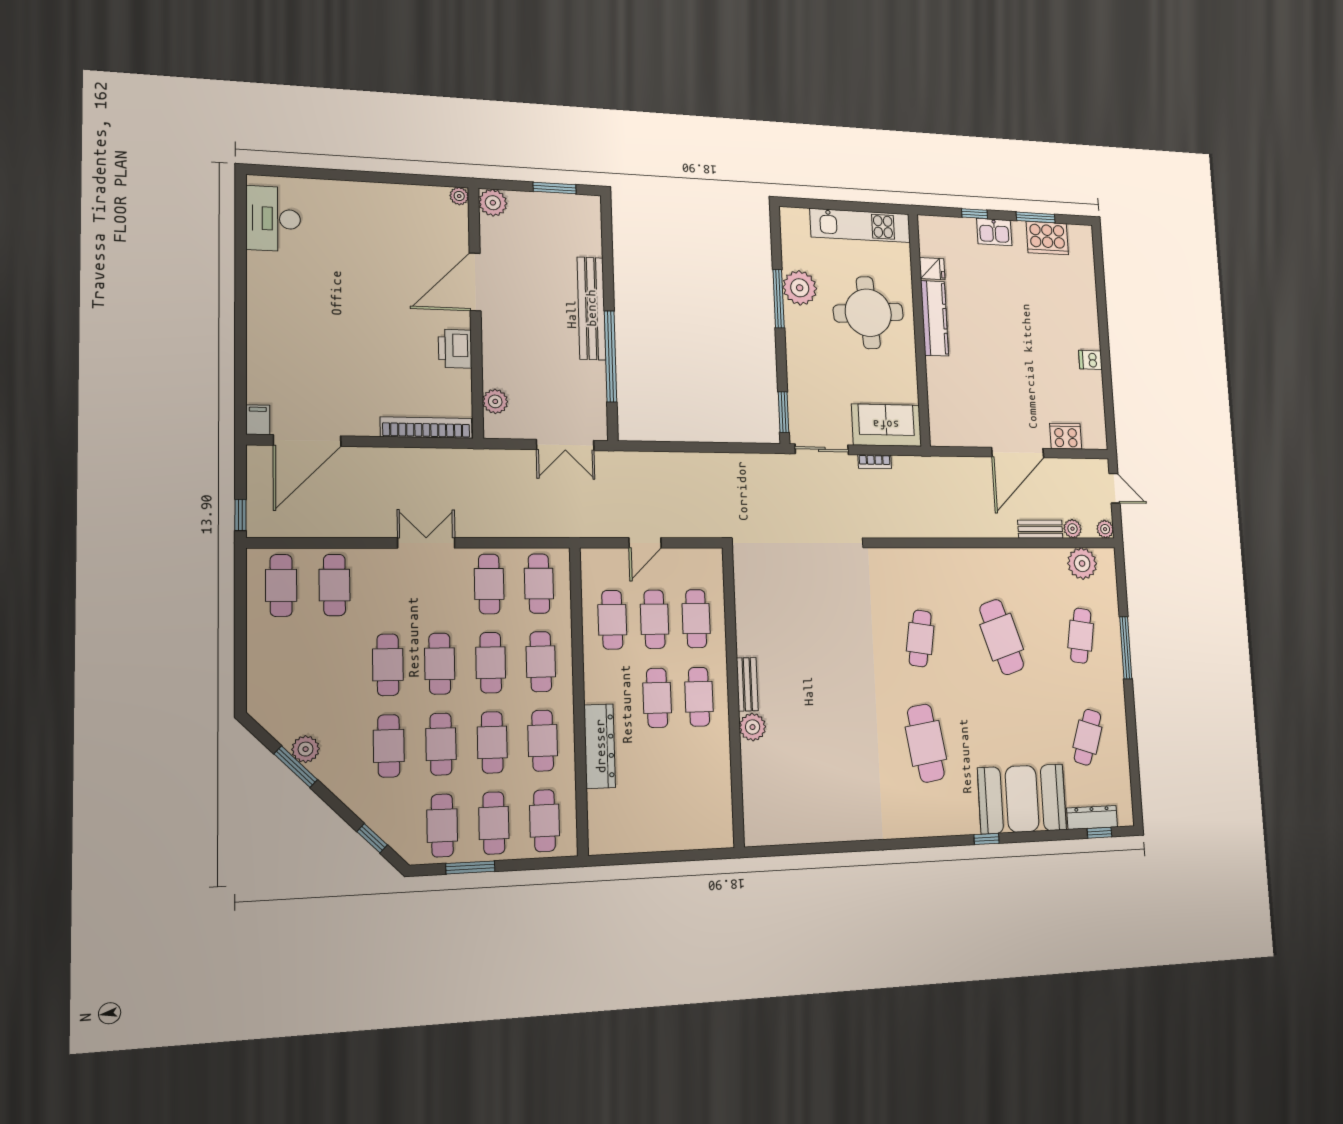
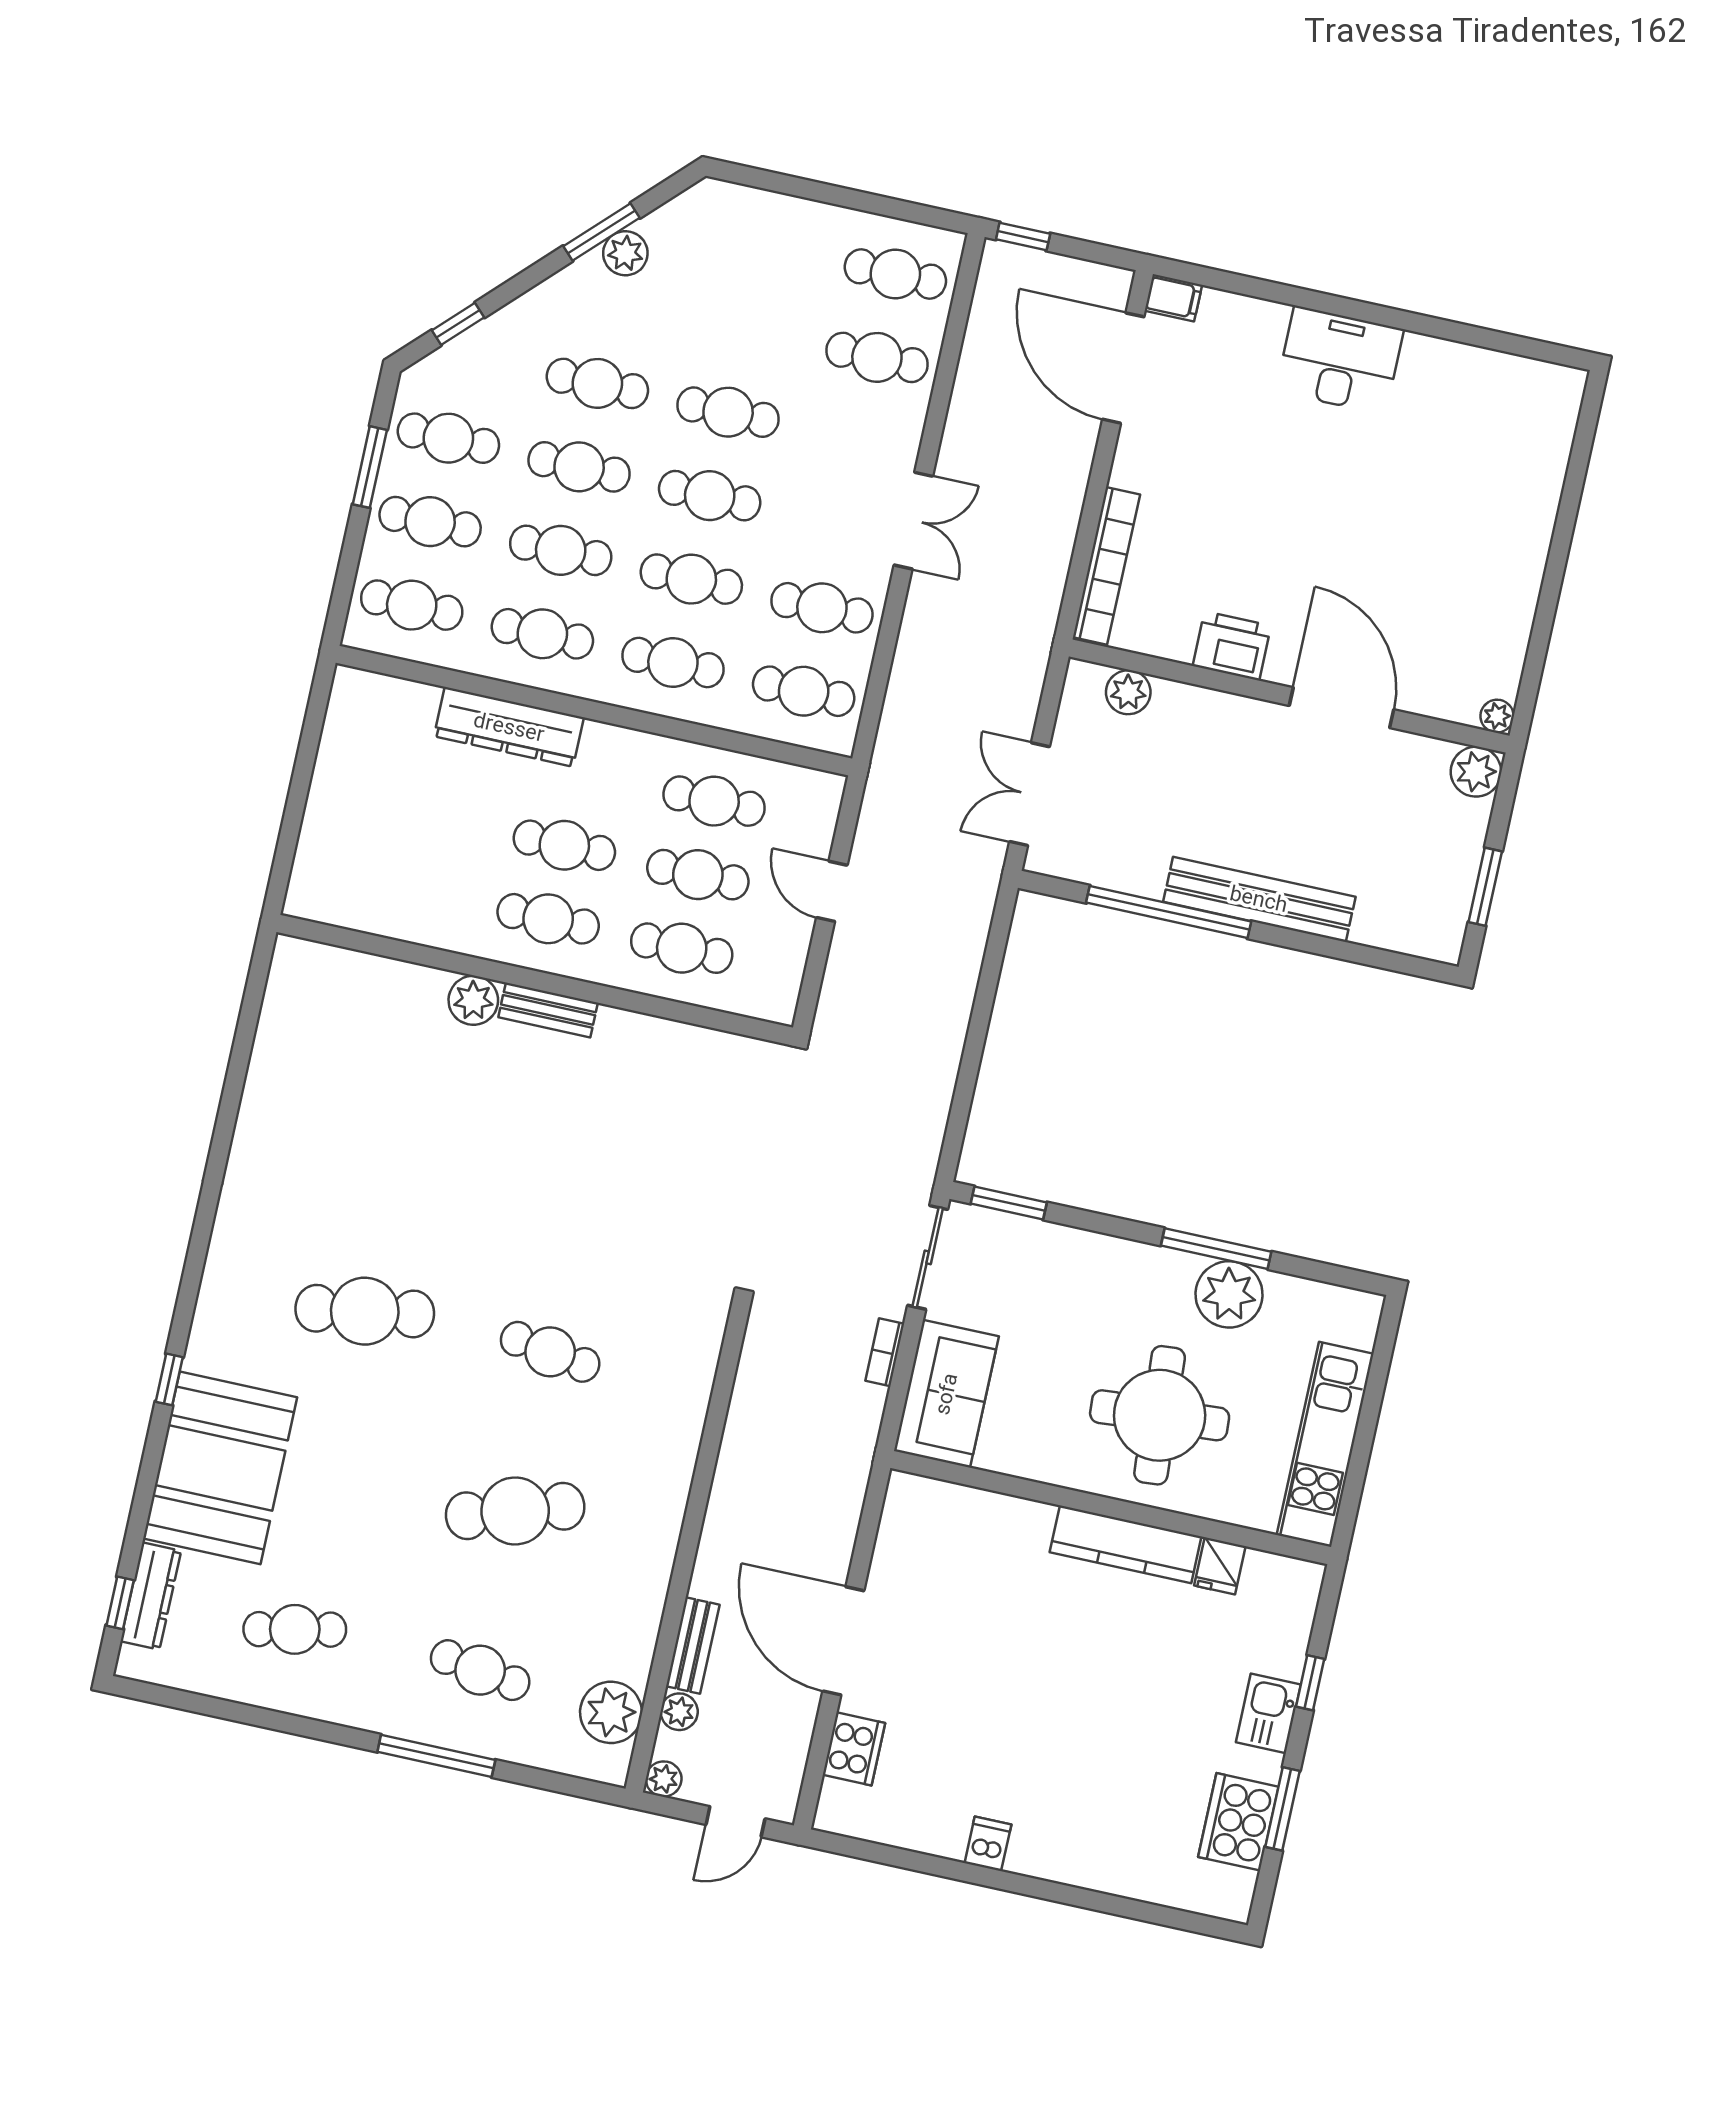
desk: (273, 219) -> (1340, 360), moved
cafe table: (1087, 737) -> (295, 1629), turned -30

